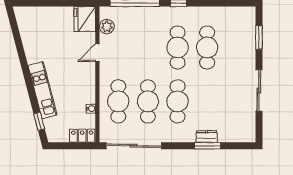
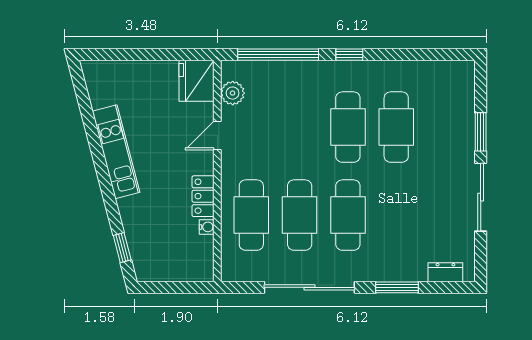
window: (259, 37) -> (481, 132), moved
kitchen unit: (43, 90) -> (116, 152), moved
locker: (82, 136) -> (203, 196), moved, turned -90
dresser: (207, 136) -> (445, 272), moved
sliding door: (134, 146) -> (309, 287), moved

